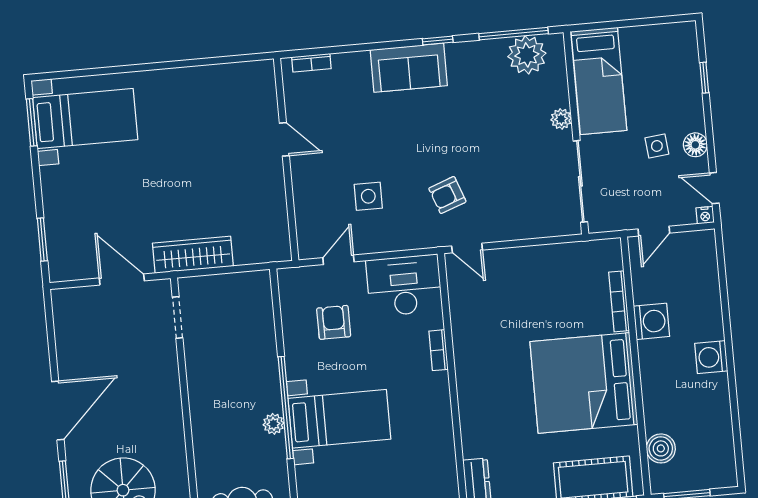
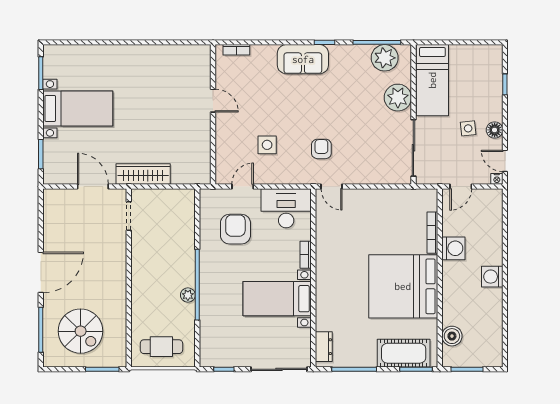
bed with nightstands: (85, 119) -> (78, 108), moved
plant: (561, 119) -> (398, 98), width x1.88, depth x1.88
armchair: (447, 195) -> (321, 149), turned 110
armchair: (334, 322) -> (235, 229), width x1.38, depth x1.38
bed with nightstands: (339, 419) -> (277, 299), moved, turned 180

